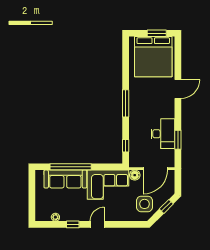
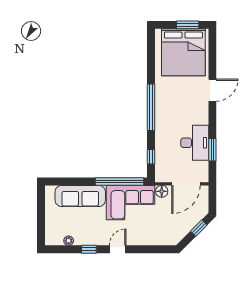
window: (126, 103) -> (151, 107), width x1.46
window: (71, 167) -> (119, 182), moved
side table: (145, 204) -> (173, 225), removed

